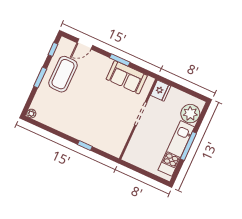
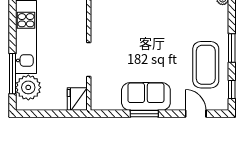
door: (85, 44) -> (196, 114), hinge flipped
sofa: (127, 77) -> (146, 96), moved
window: (188, 146) -> (13, 74), moved

